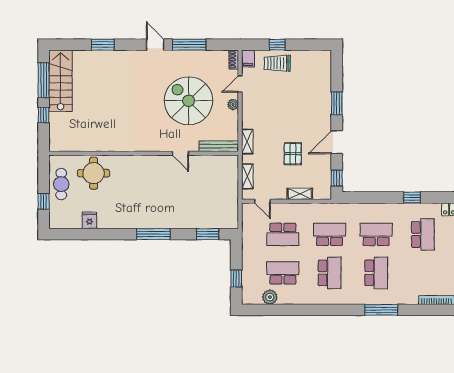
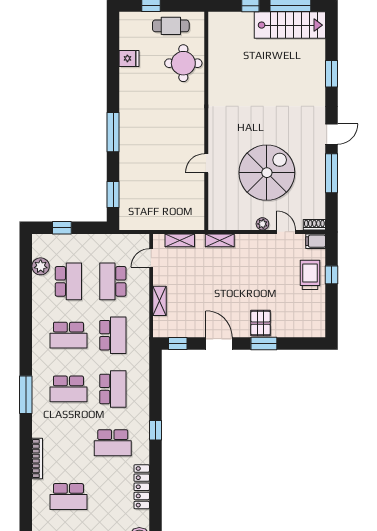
bench: (219, 146) -> (214, 207), removed
pallet: (293, 154) -> (261, 323), moved, turned 90

